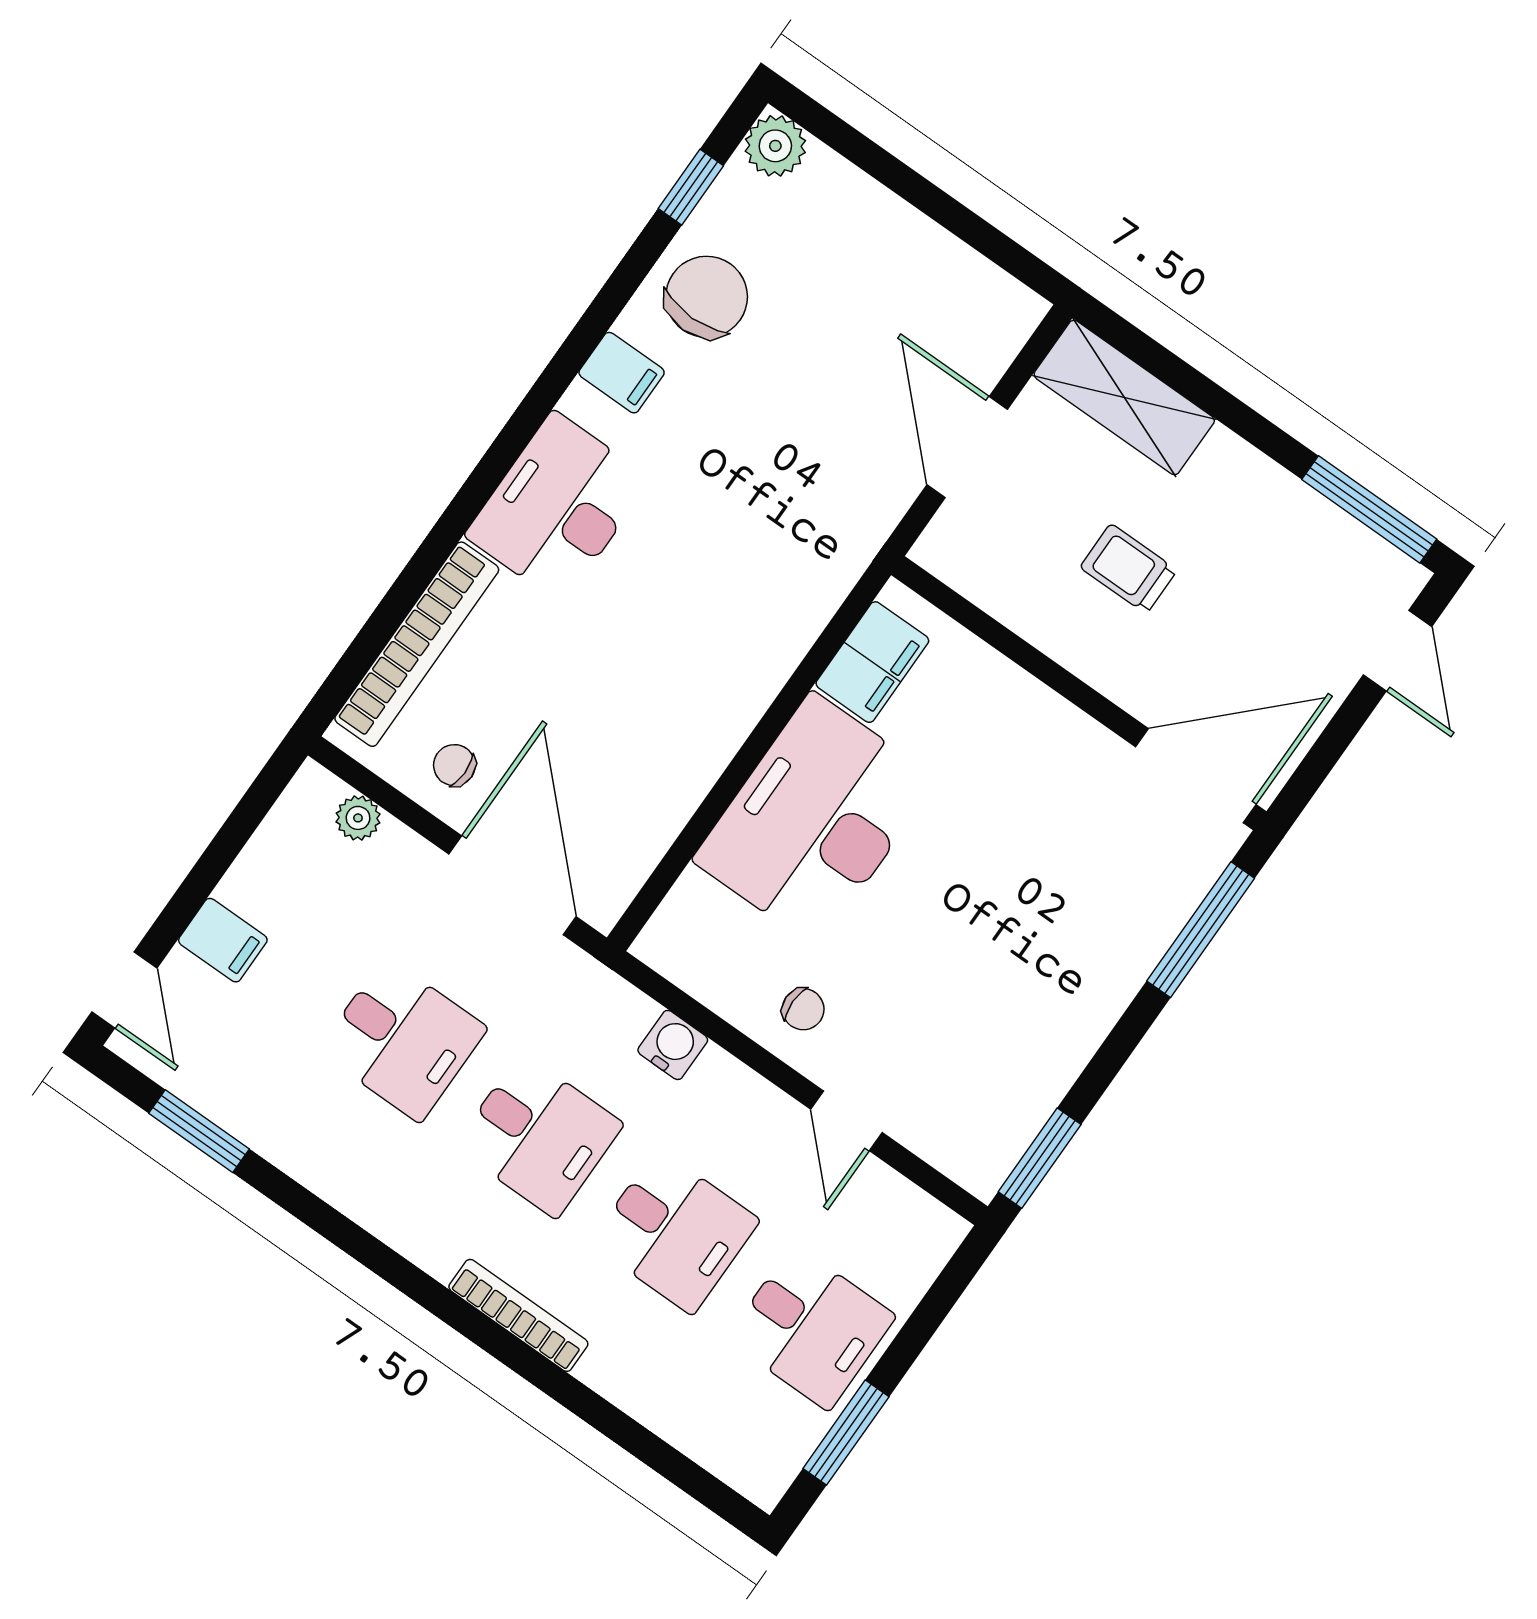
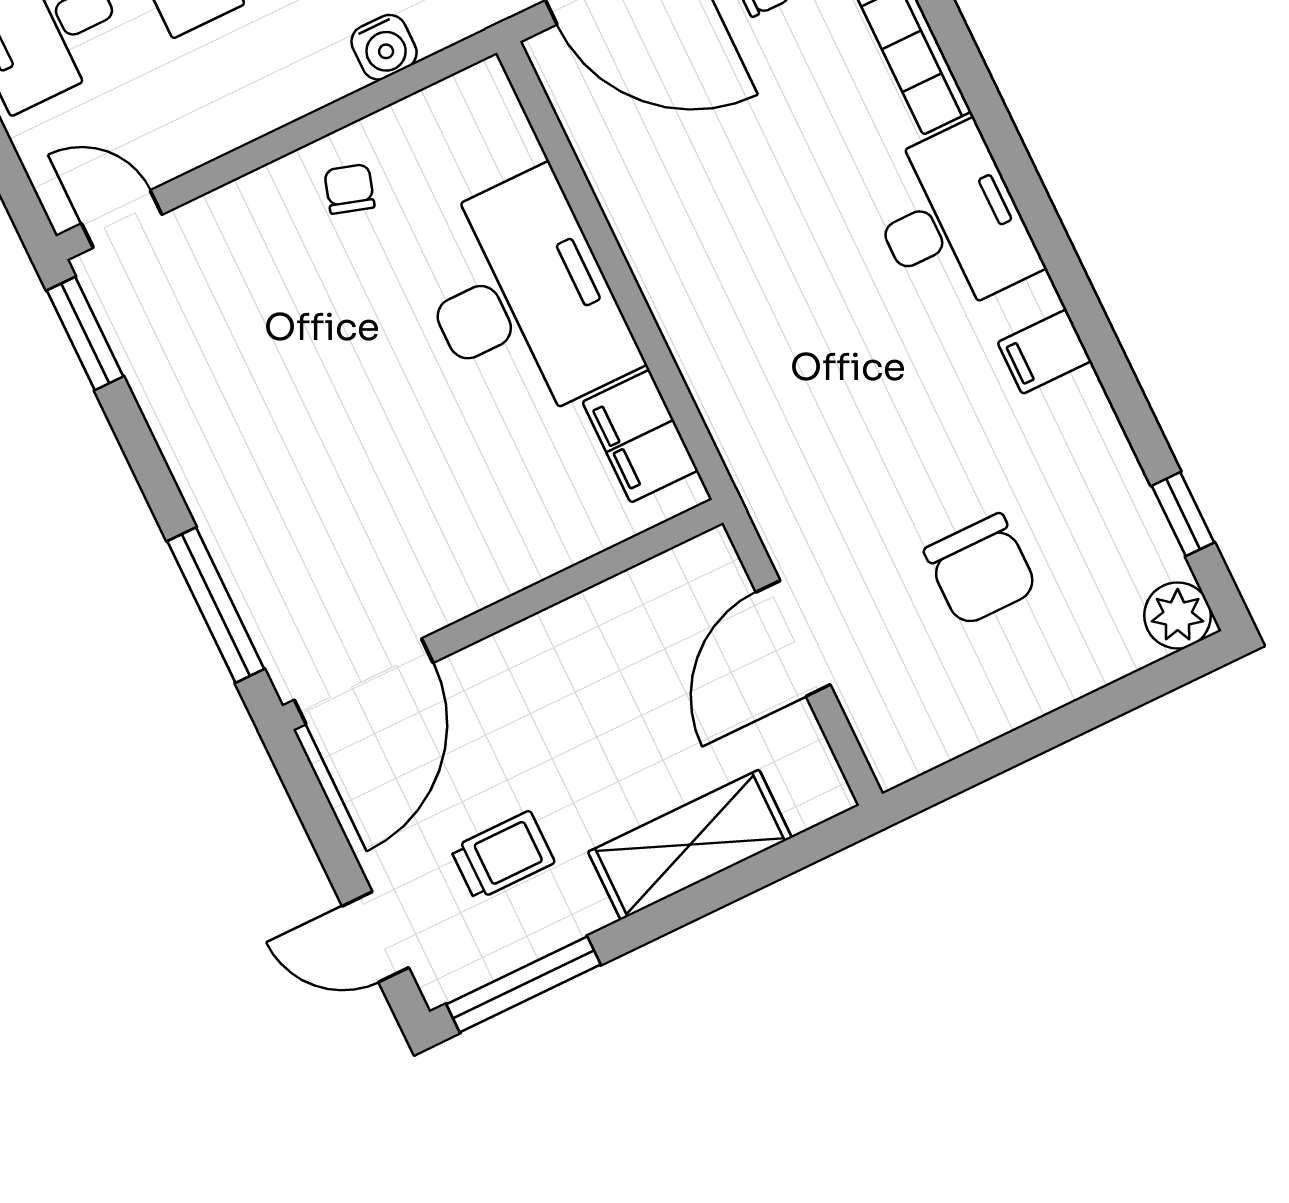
chair: (707, 297) -> (981, 570), moved
shelving: (1124, 397) -> (690, 845), moved
door: (967, 447) -> (793, 638), swing flipped
trolley: (1128, 569) -> (503, 856), moved
chair: (803, 1009) -> (349, 189), turned 107
door: (846, 1121) -> (122, 219), moved

